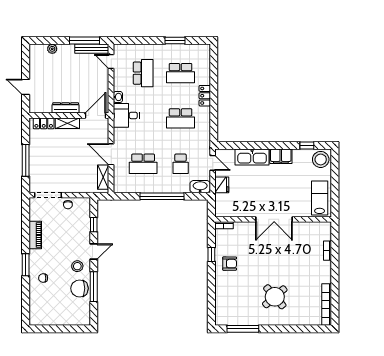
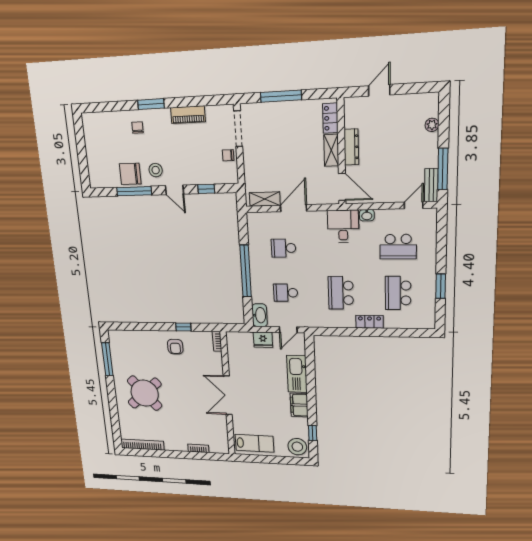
bench: (92, 49) -> (431, 185), width x0.73
school desk: (143, 164) -> (284, 248), width x0.54
chair: (80, 288) -> (130, 174), turned -90
round table: (275, 297) -> (145, 393), width x1.36, depth x1.36

